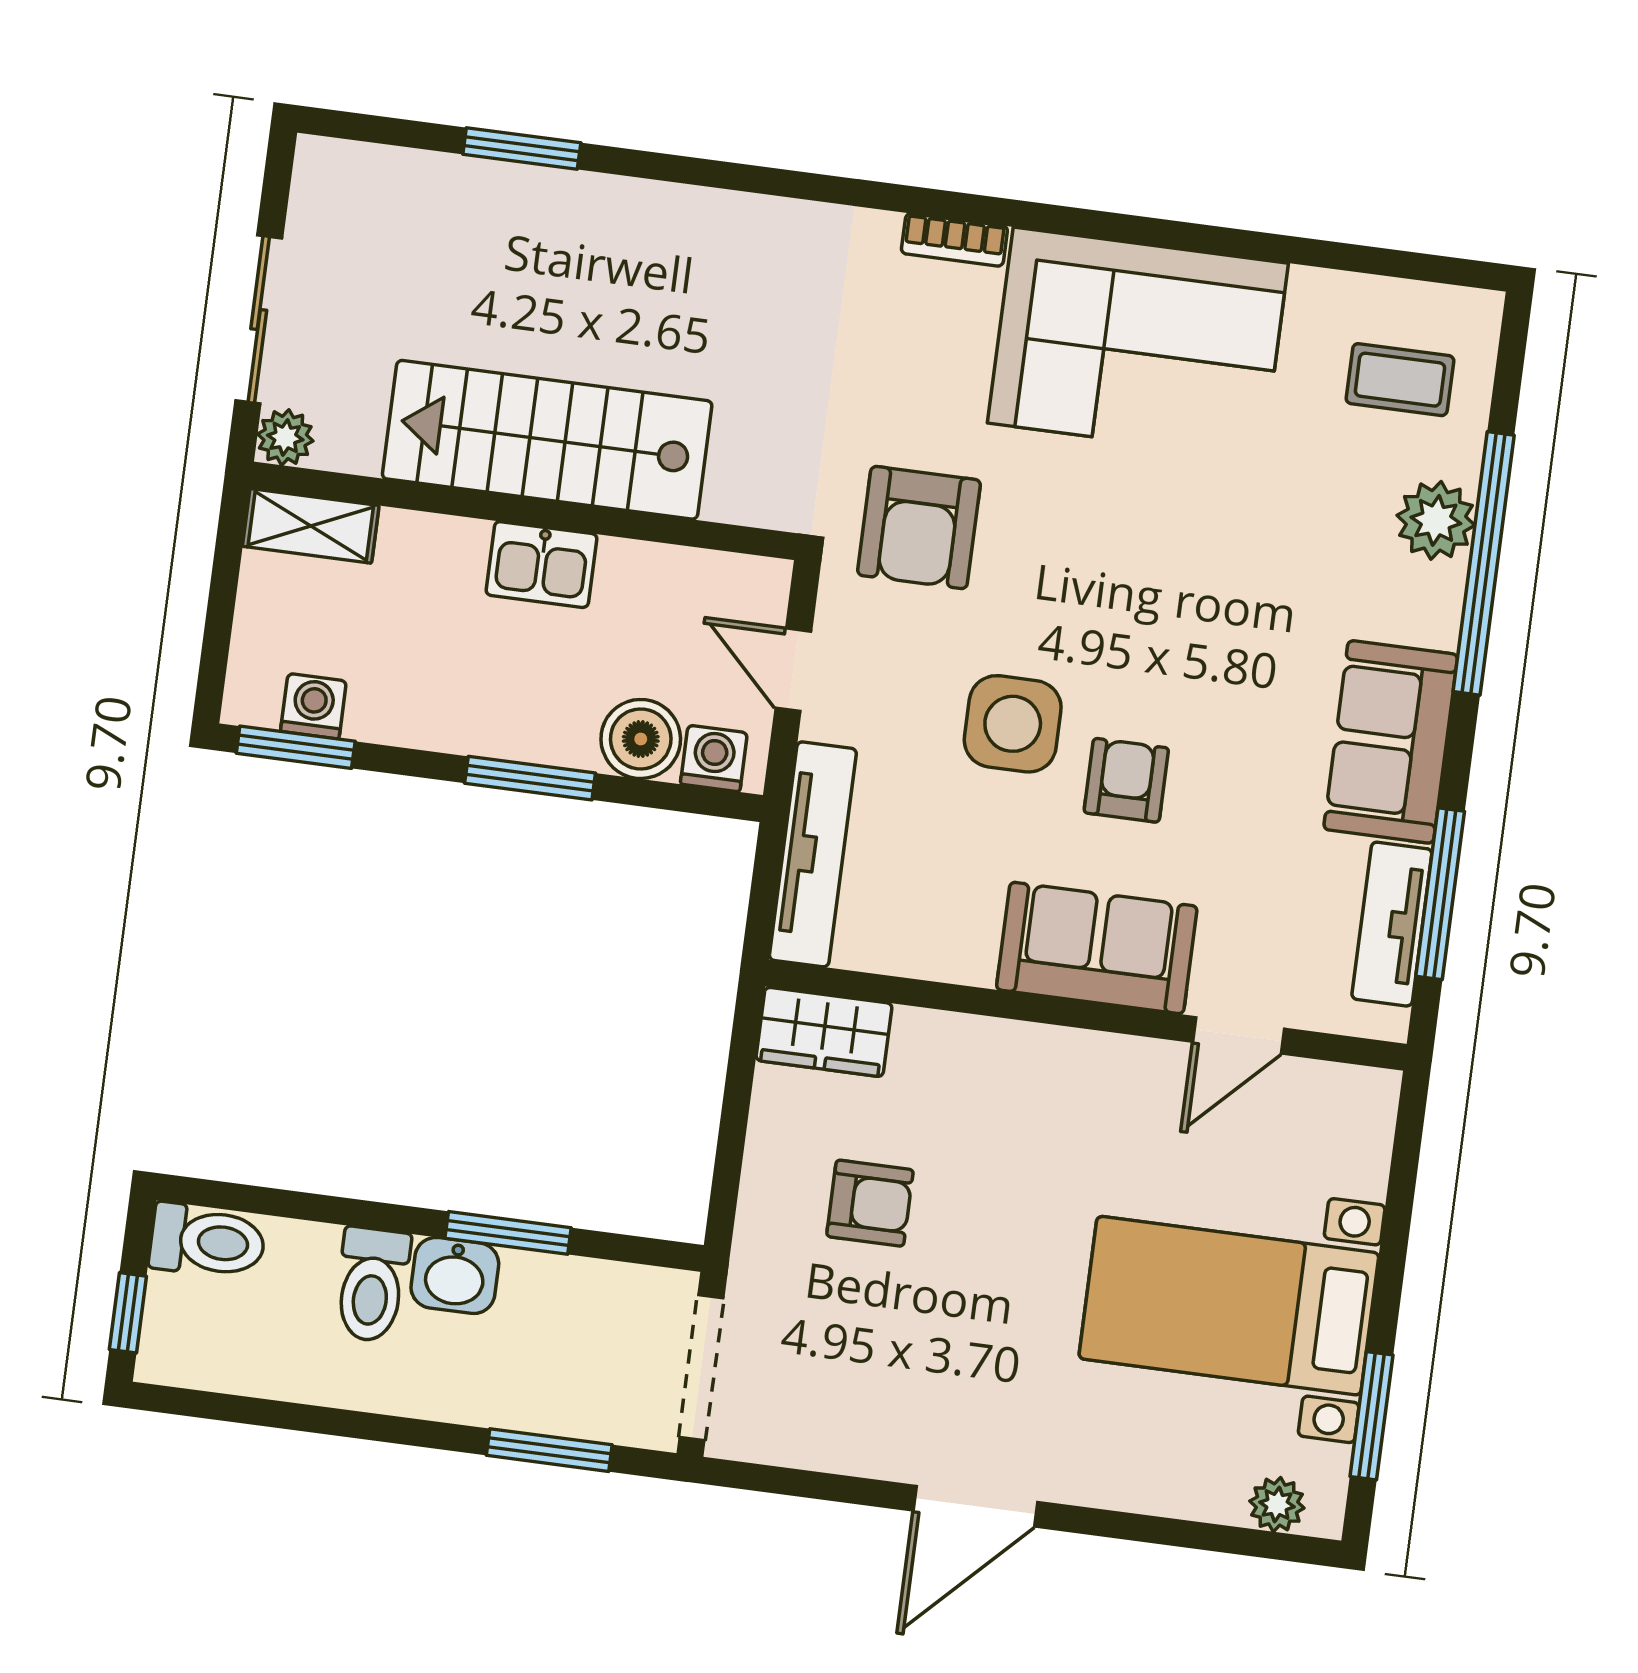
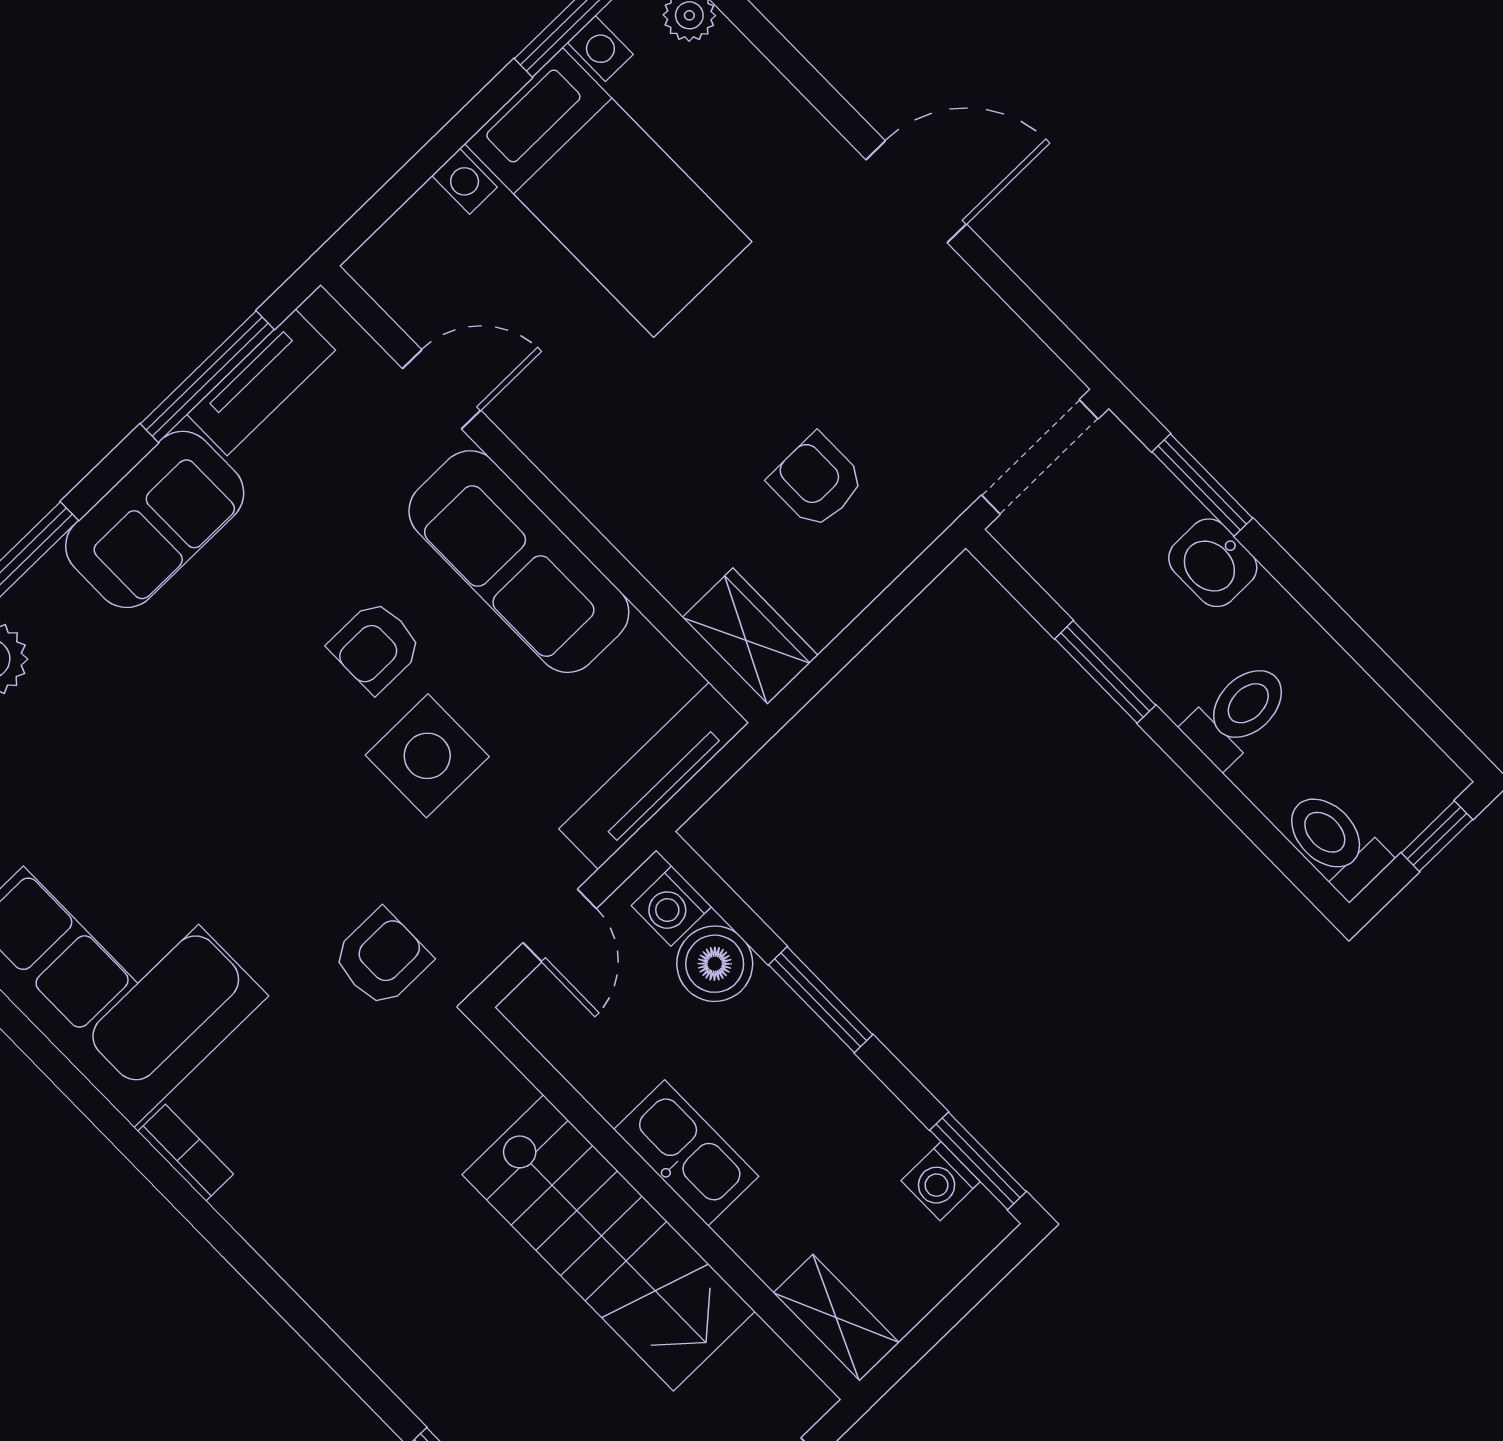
plant: (285, 437) -> (803, 1399), removed
armchair: (919, 528) -> (382, 958), width x0.72, depth x0.72
kitchen sink: (541, 565) -> (686, 1153), width x1.38
sofa: (1097, 948) -> (519, 562), width x1.36
washbasin: (455, 1275) -> (1213, 563), moved, turned 180

